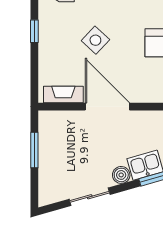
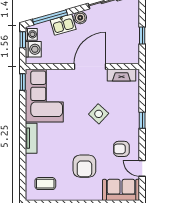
door: (107, 107) -> (90, 66), swing flipped
window: (34, 150) -> (142, 36), width x0.67

